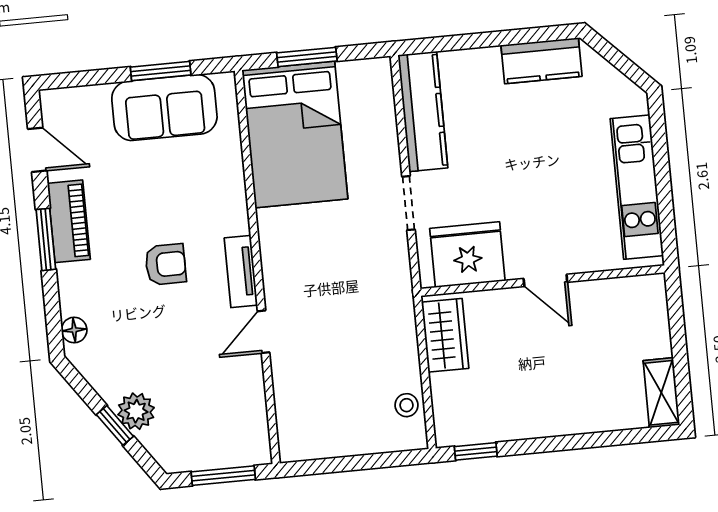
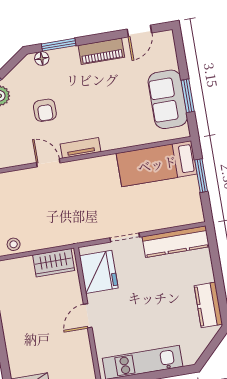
bed: (295, 134) -> (157, 164), width x0.67
window: (46, 239) -> (59, 45), moved
armchair: (166, 264) -> (45, 110), moved

